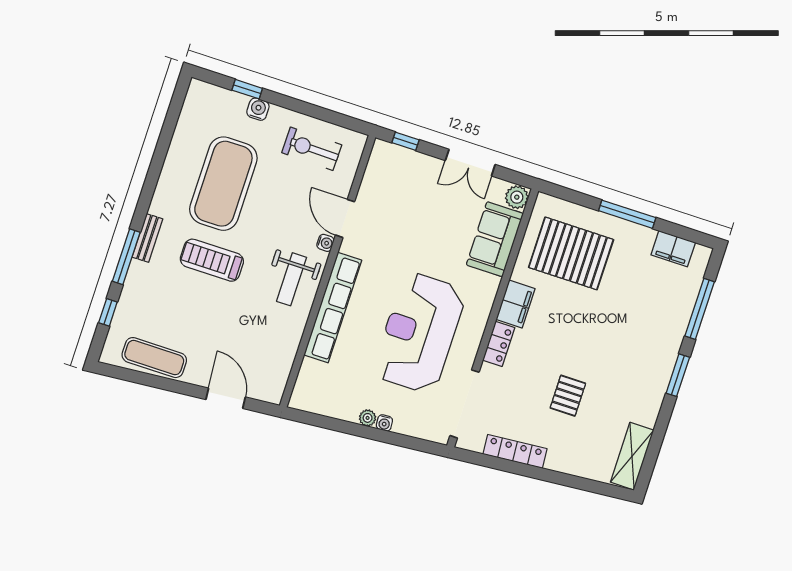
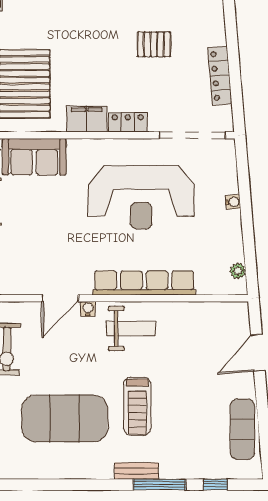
plant: (368, 418) -> (238, 271), moved

